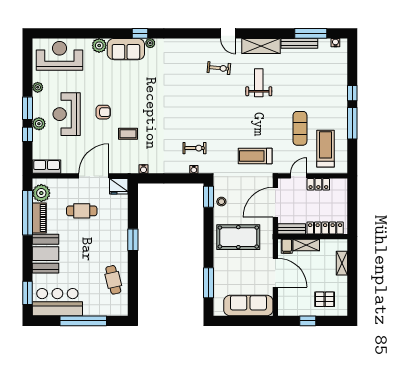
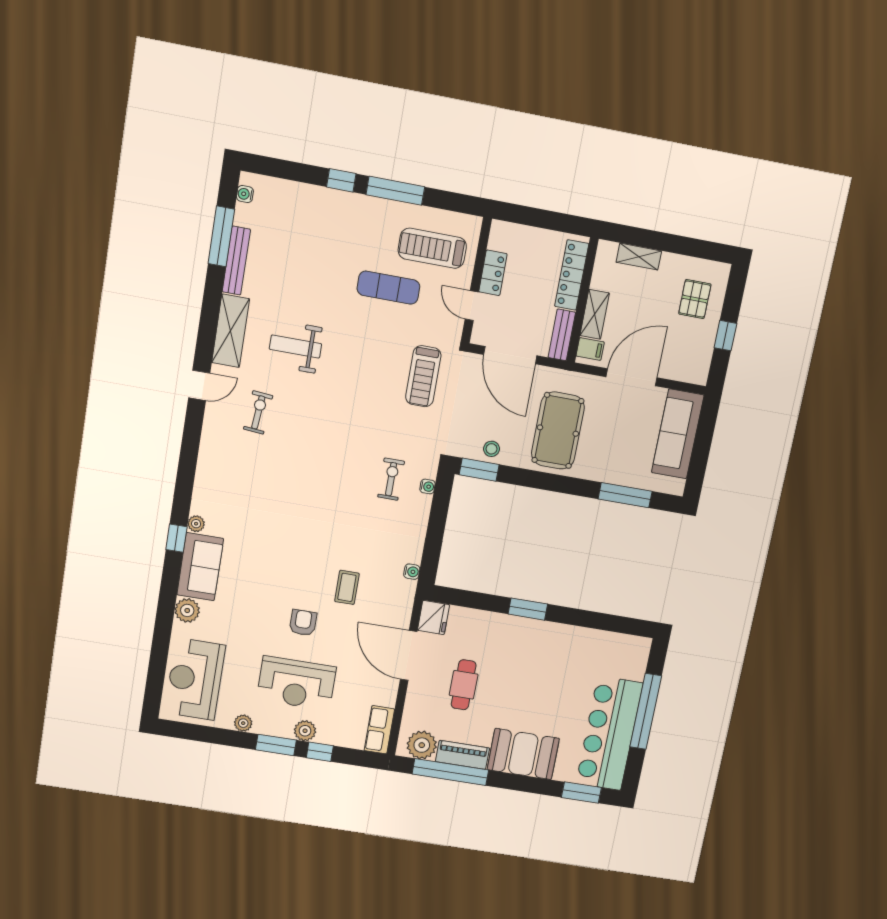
cafe table: (113, 280) -> (588, 652), removed
bar counter: (57, 302) -> (609, 733), width x1.36

